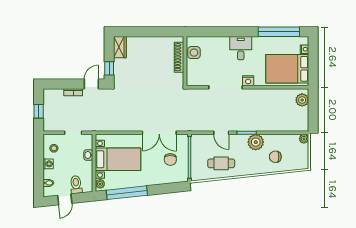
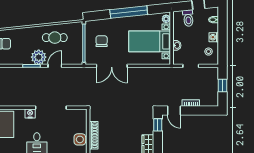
door: (91, 84) -> (174, 111), hinge flipped
double door: (159, 133) -> (112, 66), swing flipped
door: (221, 133) -> (55, 66), hinge flipped
plant: (256, 142) -> (39, 57), moved
window: (127, 193) -> (129, 12), moved

